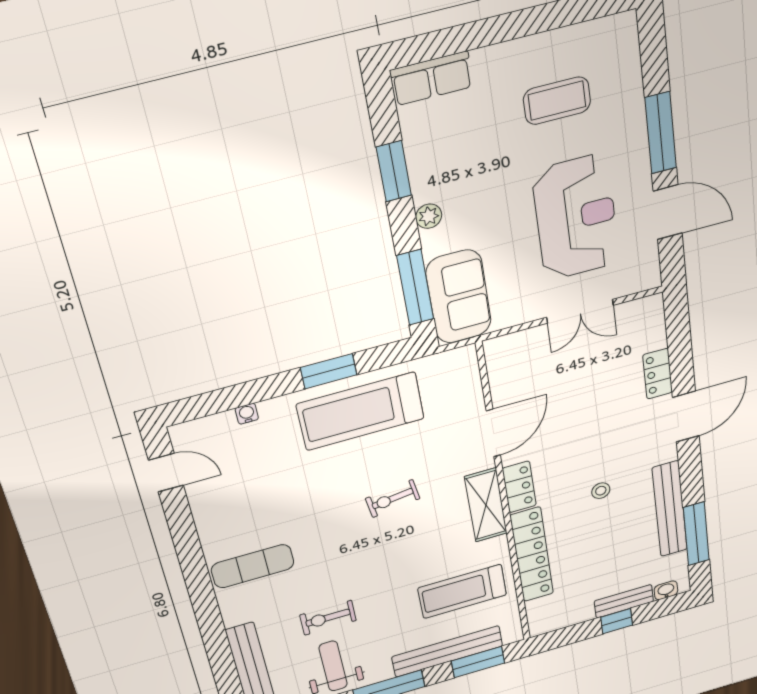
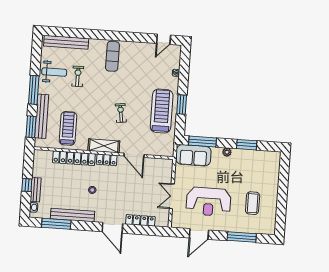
row of seats: (432, 78) -> (274, 164), removed
window: (661, 133) -> (242, 237), moved
locker: (658, 374) -> (140, 220), width x1.53

